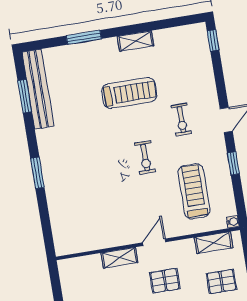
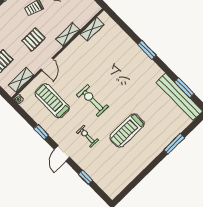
window: (213, 40) -> (85, 177), moved
shelving: (136, 41) -> (92, 29), moved
exercise bike: (145, 158) -> (93, 101), width x1.38, depth x1.39
treadmill: (194, 191) -> (52, 101), turned 180
door: (154, 242) -> (47, 64), moved

